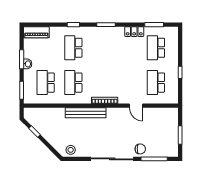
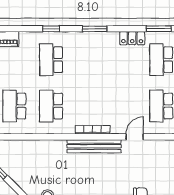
door: (136, 106) -> (135, 137), swing flipped
bench: (86, 113) -> (94, 146), moved

